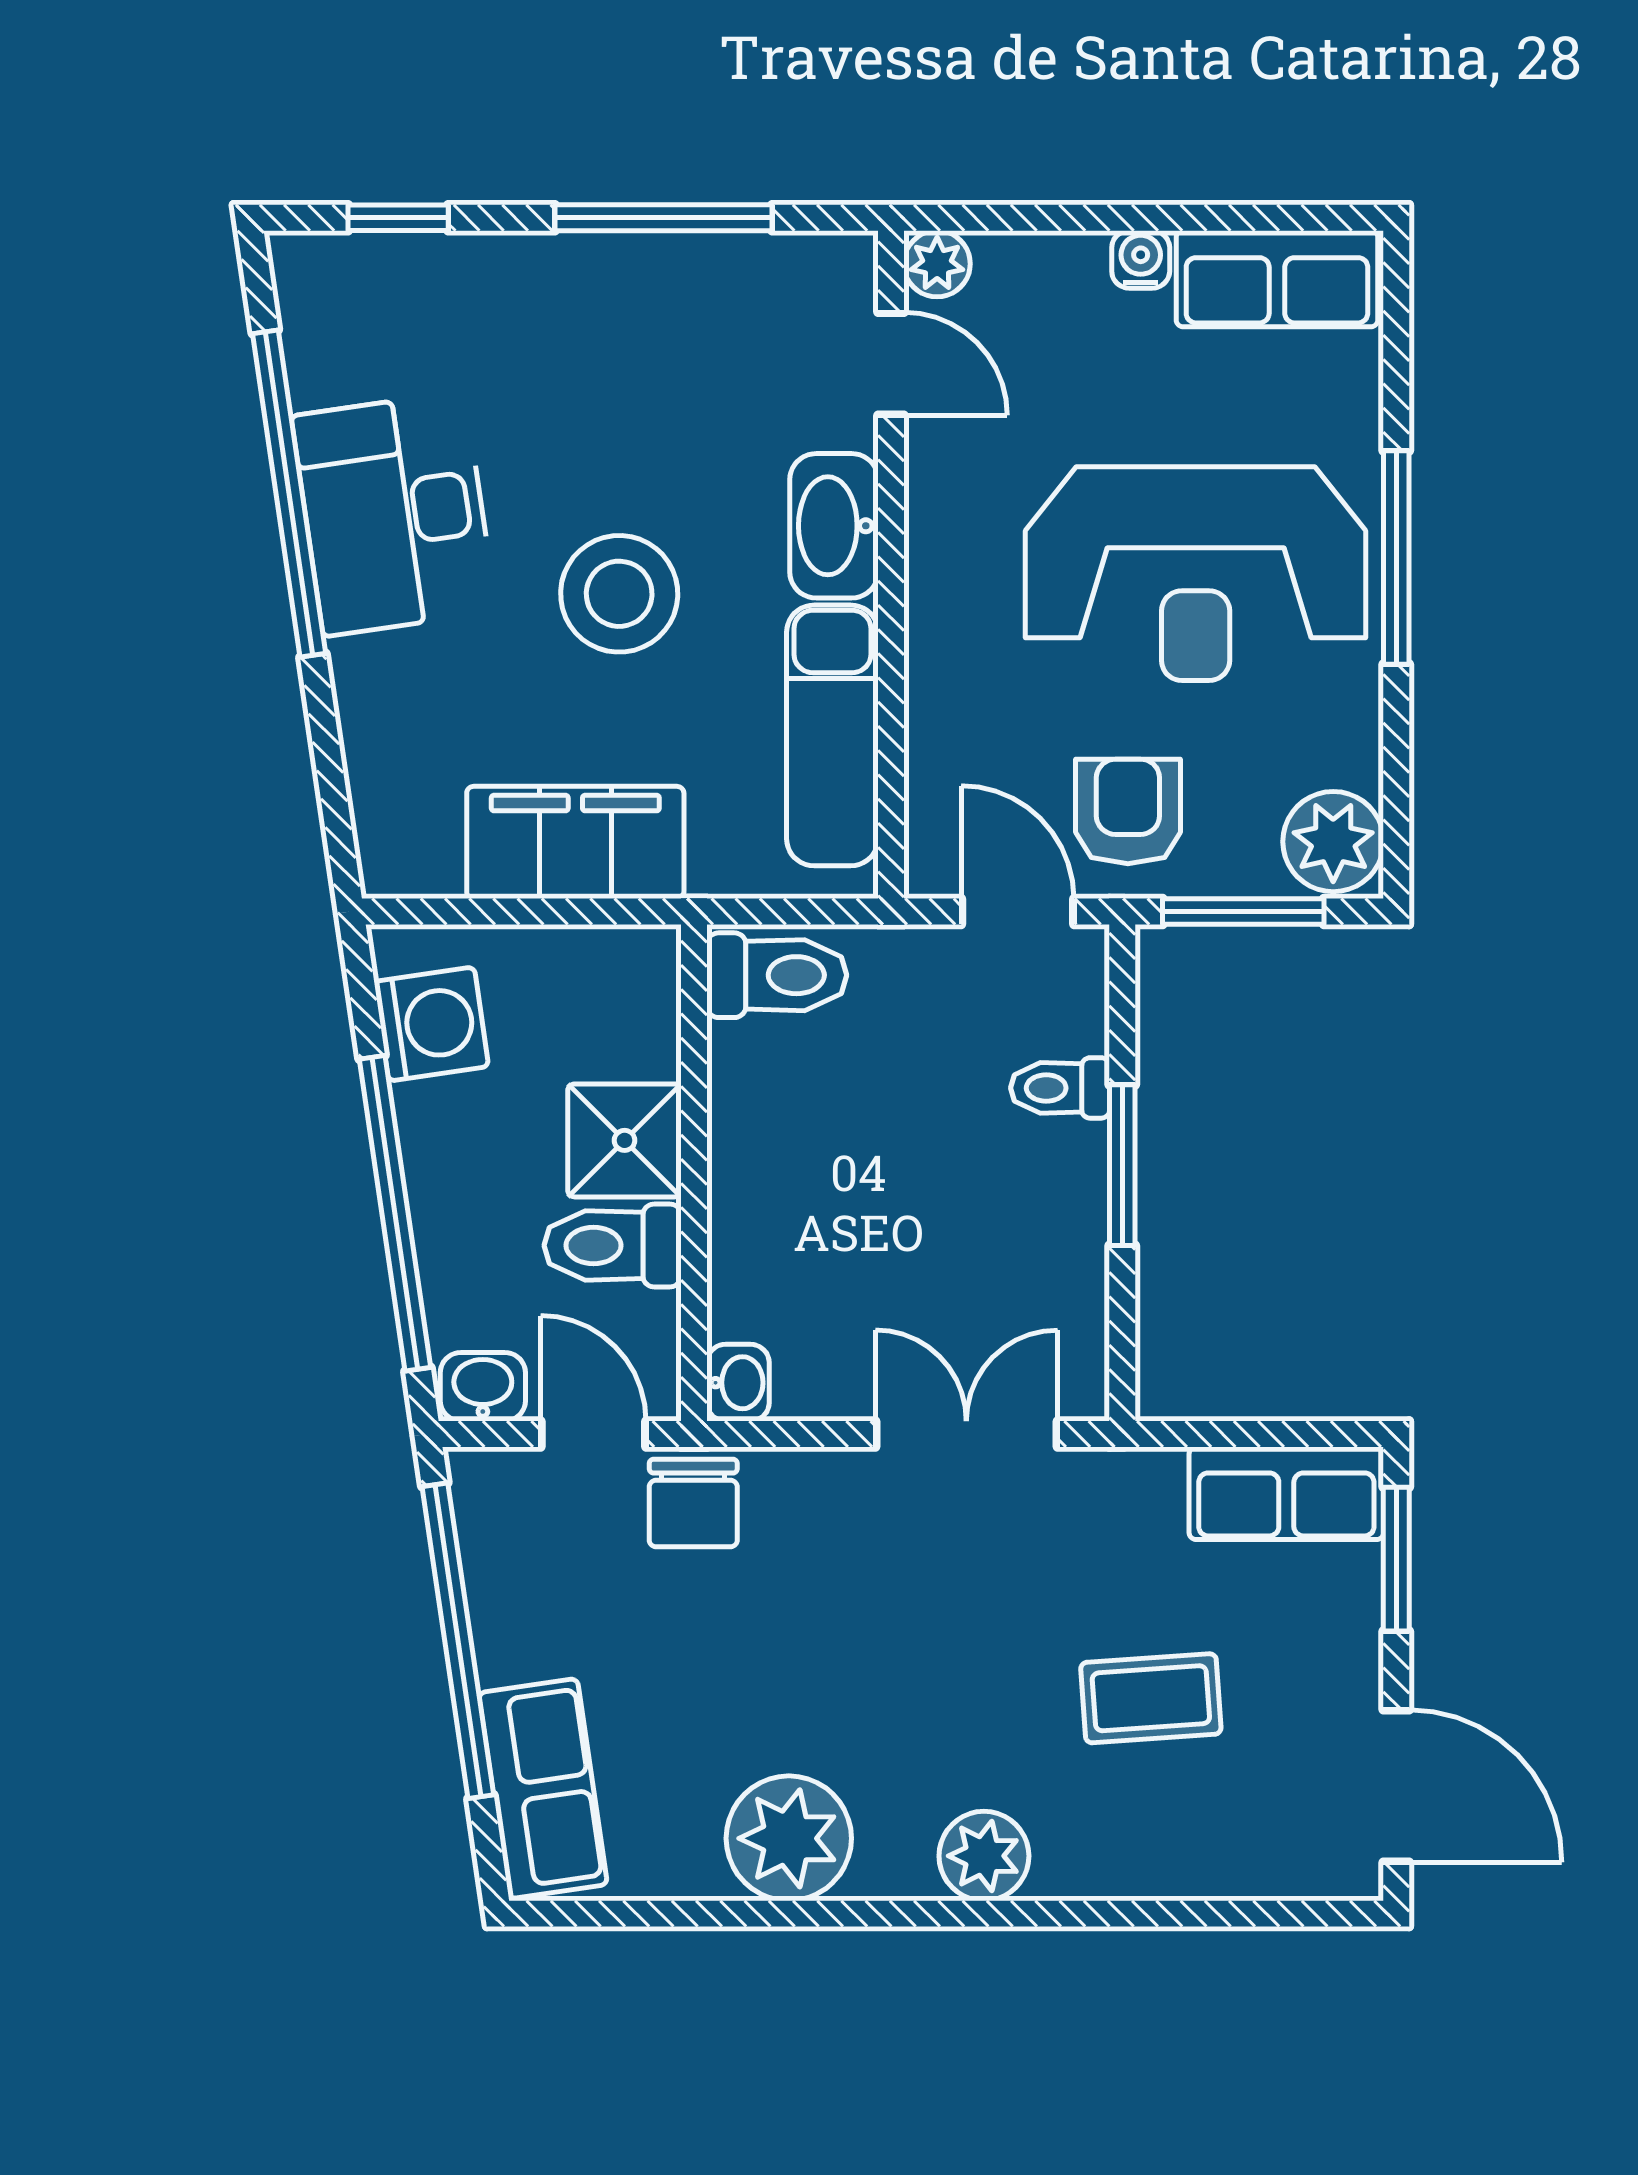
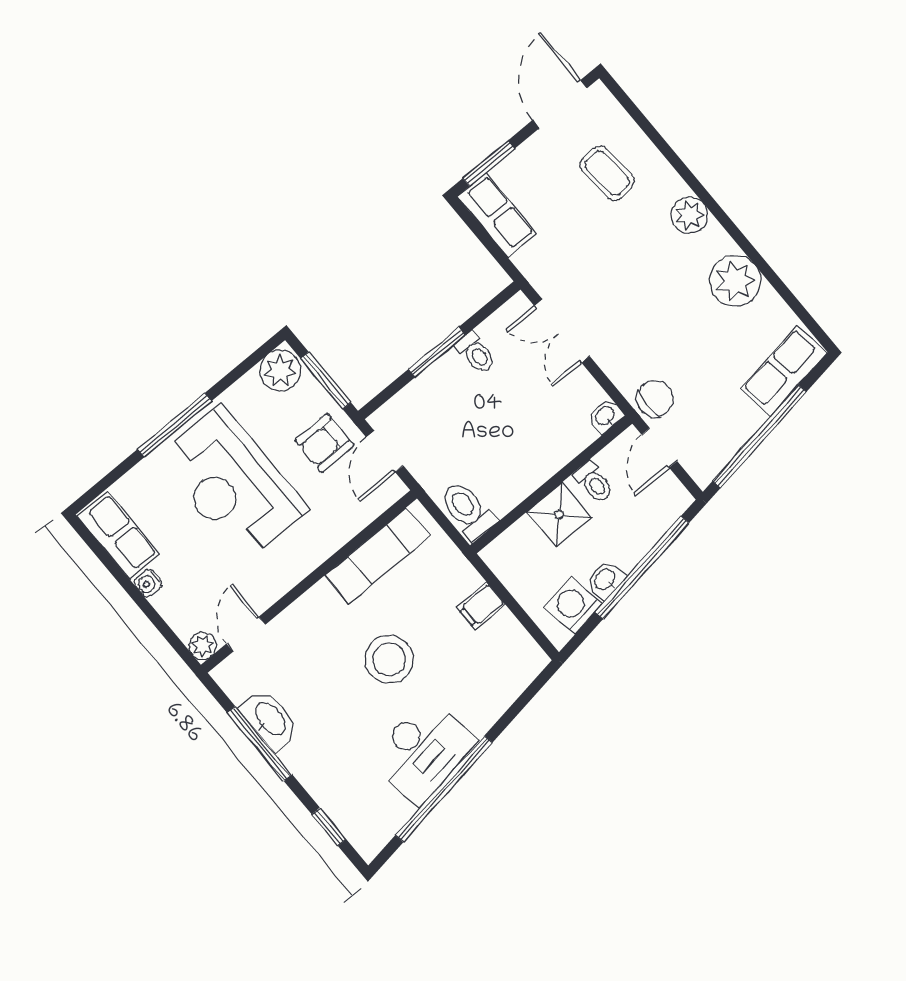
washbasin: (834, 526) -> (270, 719), moved, turned -90
reception desk: (1196, 574) -> (232, 484), turned 180
filing cabinet: (575, 842) -> (481, 606), width x0.33, depth x0.86
toilet: (1060, 1088) -> (476, 353), moved
toilet: (613, 1245) -> (594, 482), width x0.73, depth x0.72
washbasin: (483, 1387) -> (605, 580), moved, turned 82
coffee table: (1151, 1698) -> (607, 173), moved

